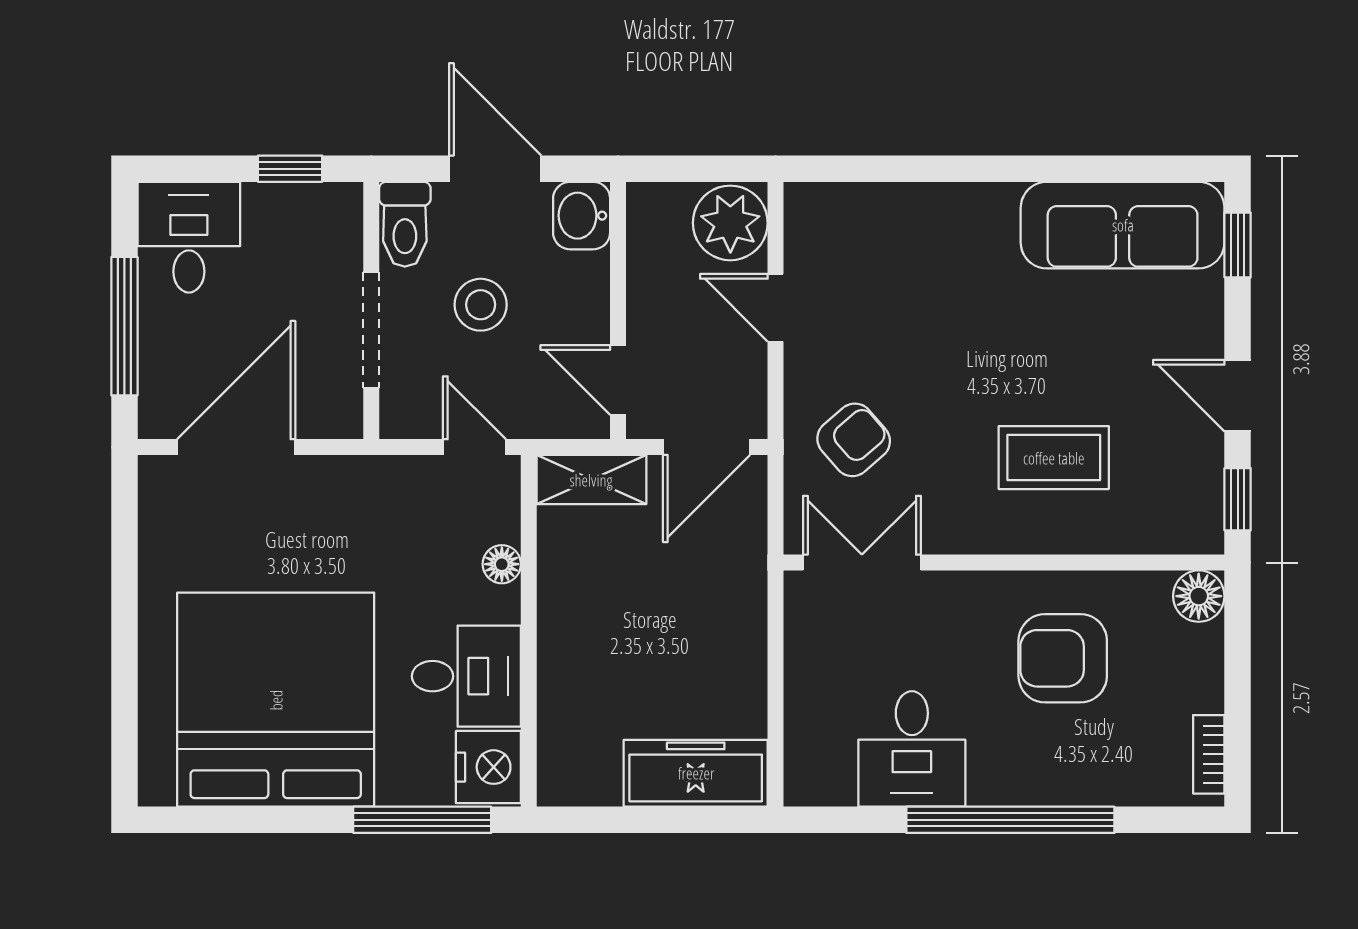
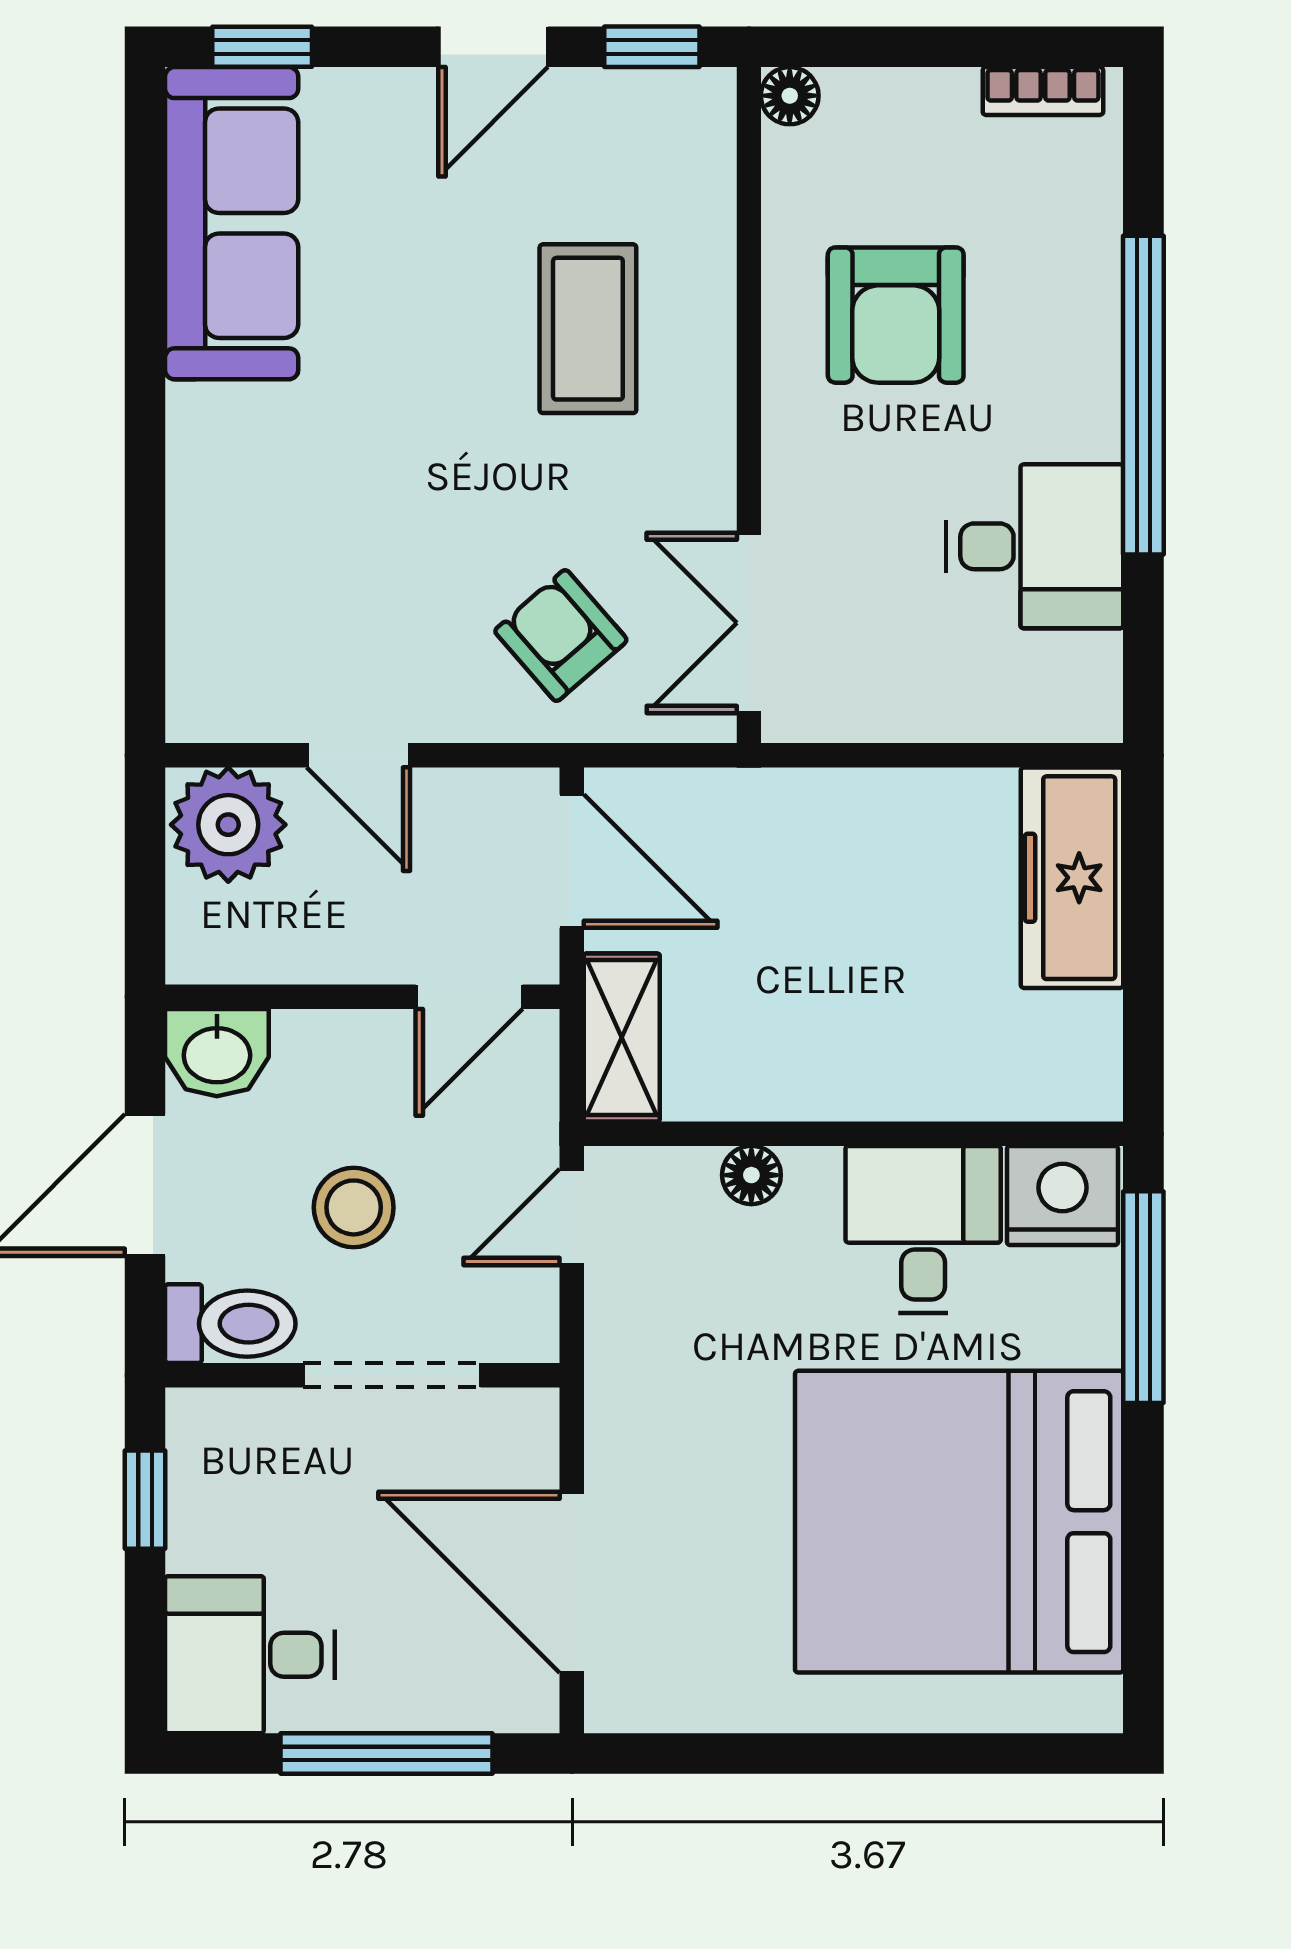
door: (776, 308) -> (358, 755), hinge flipped
floor lamp: (1199, 596) -> (790, 96), width x0.73, depth x0.73

